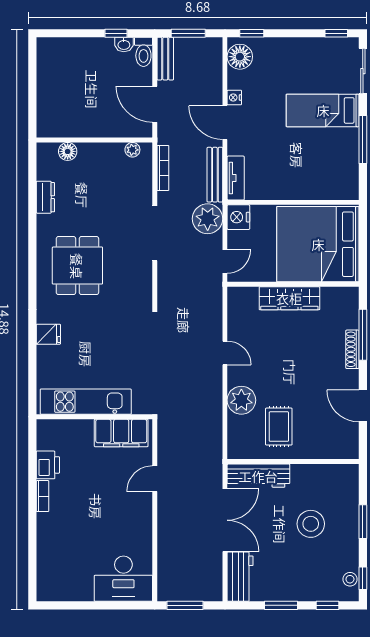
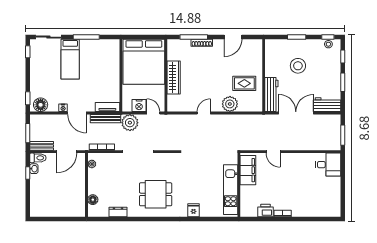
door: (225, 123) -> (77, 113), hinge flipped
nightstand: (238, 217) -> (139, 106), moved
desk: (123, 579) -> (328, 165), width x0.73

